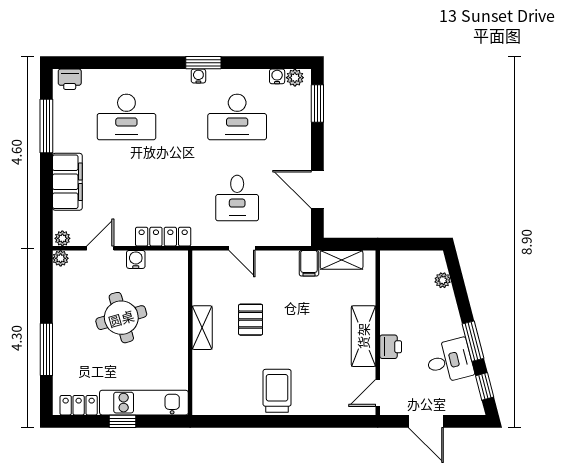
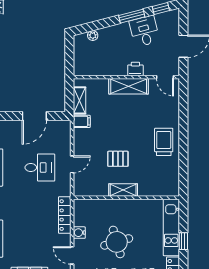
trolley: (277, 391) -> (164, 142), turned 90

